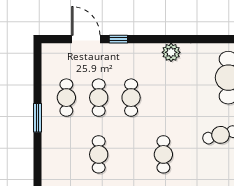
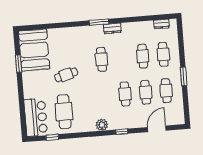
door: (86, 39) -> (157, 129), swing flipped
window: (118, 39) -> (122, 132), moved
cafe table: (66, 154) -> (163, 54), added

